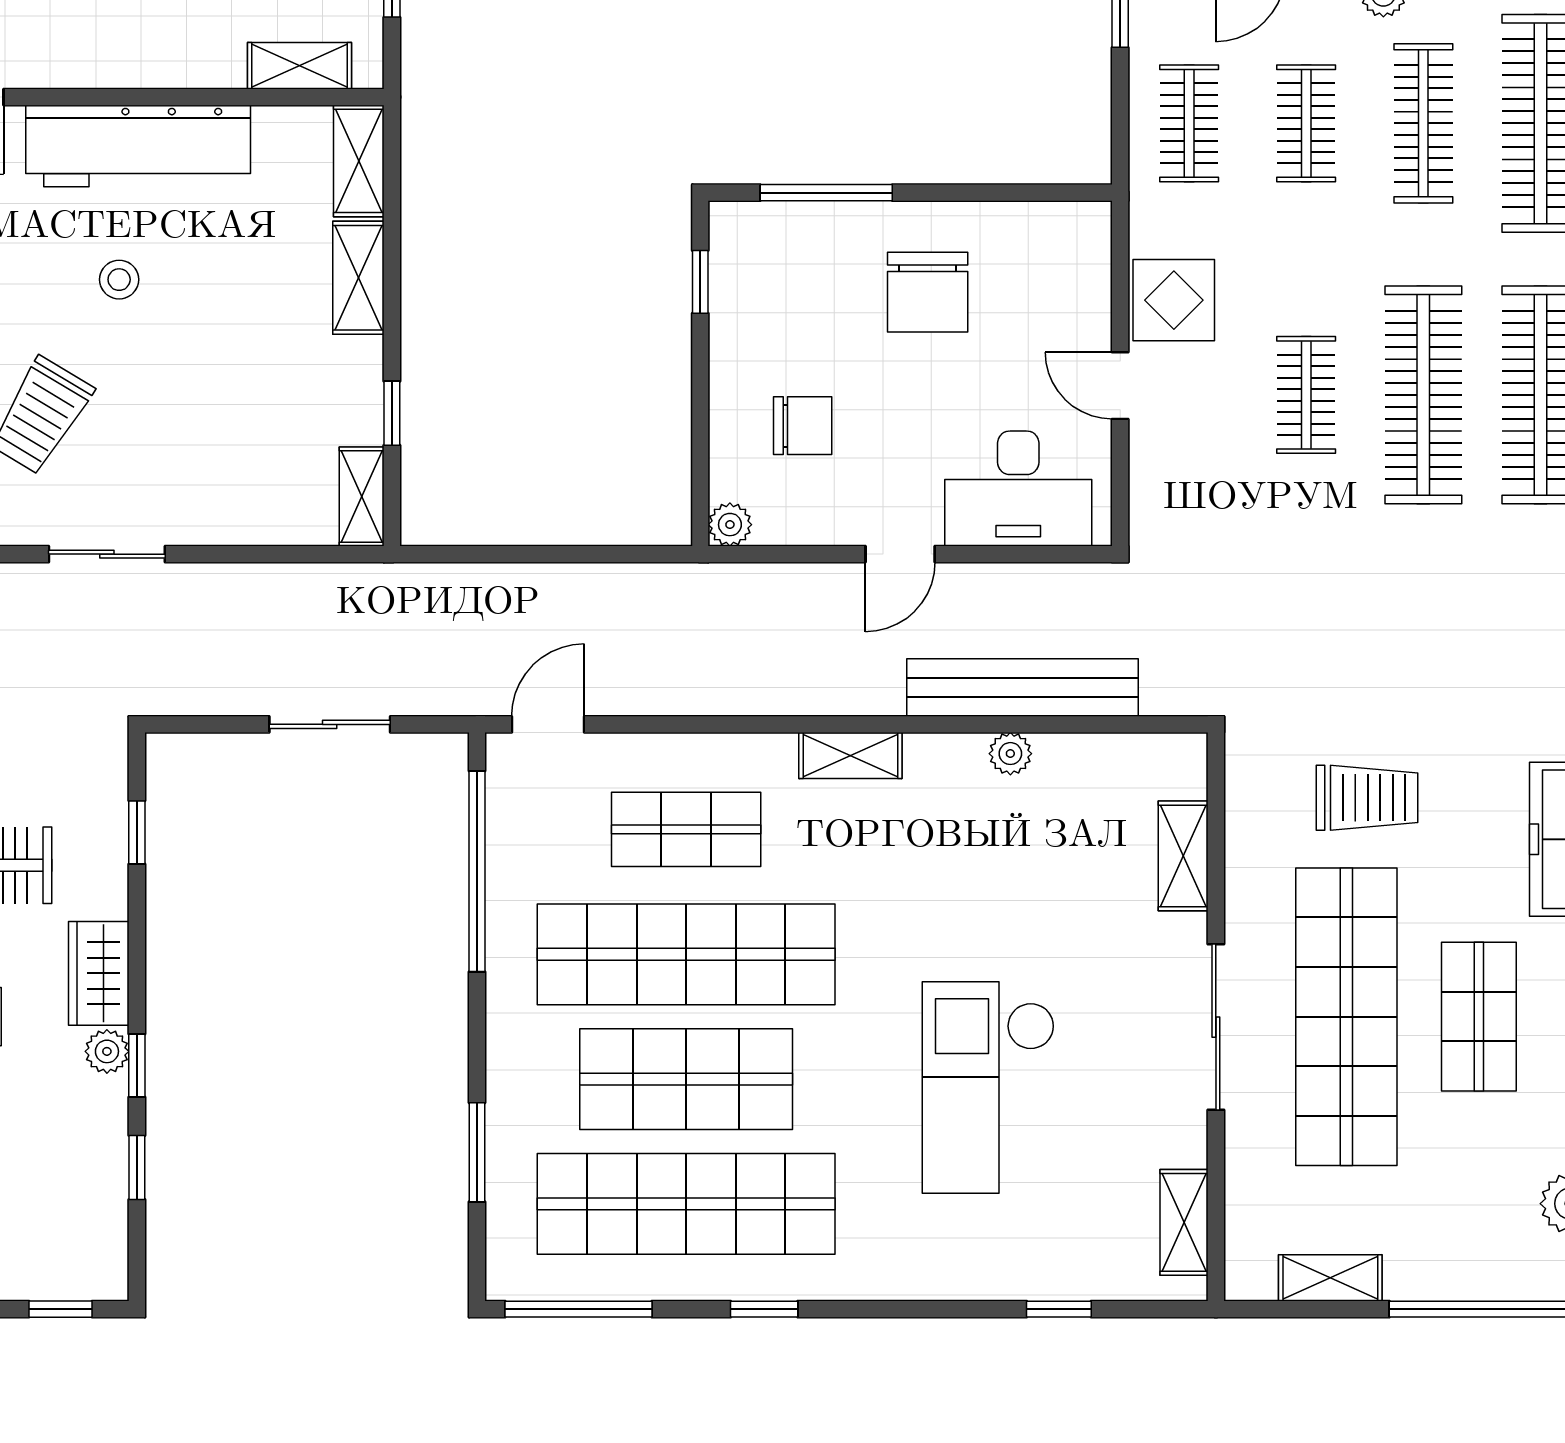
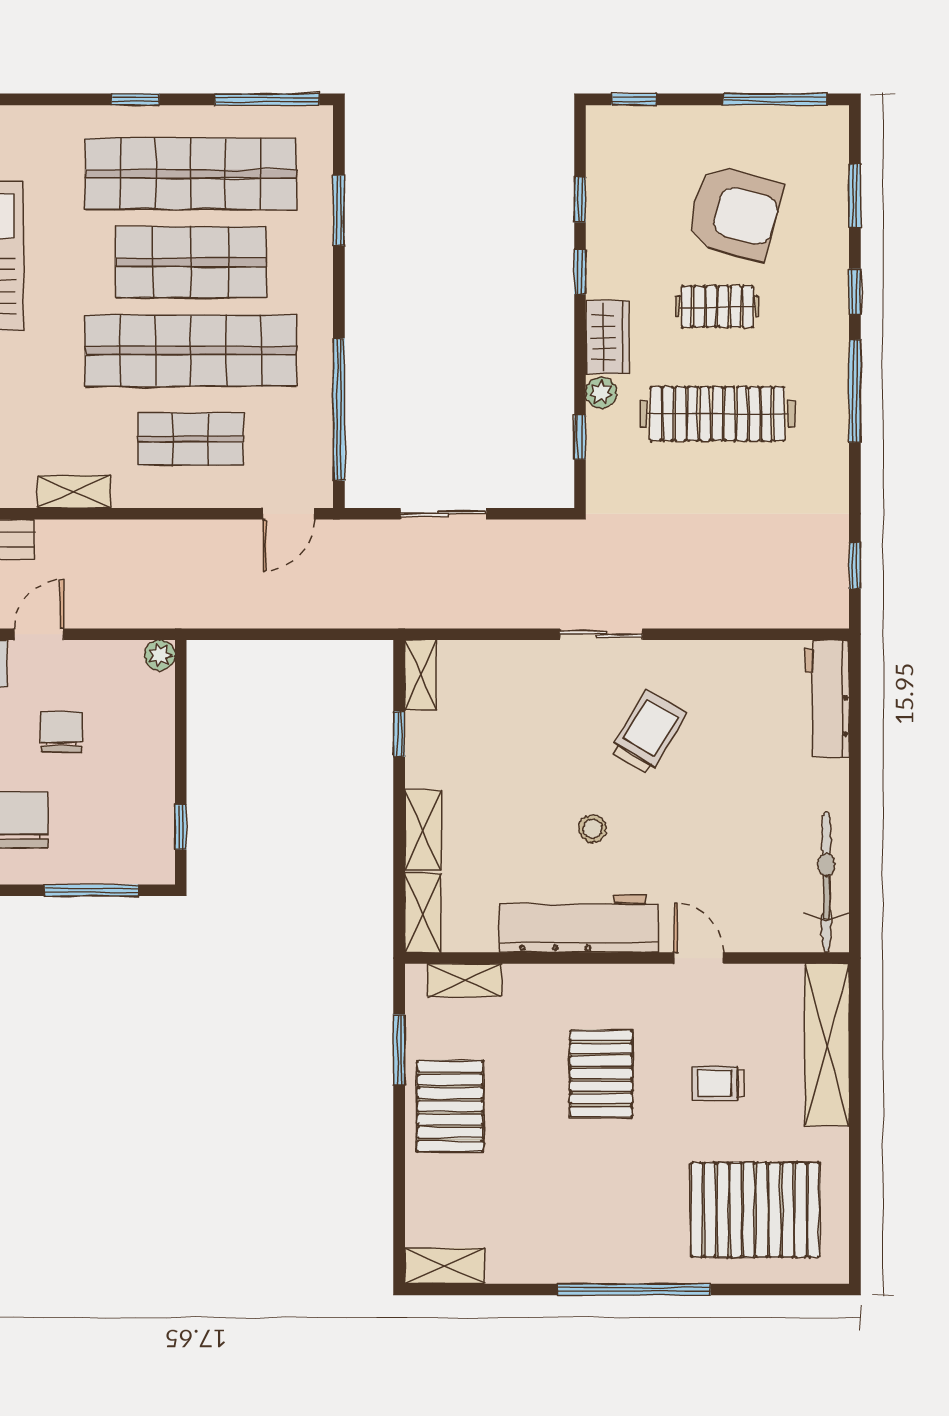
chair: (803, 426) -> (61, 732), moved, turned 90
plant: (107, 1051) -> (601, 393), moved

